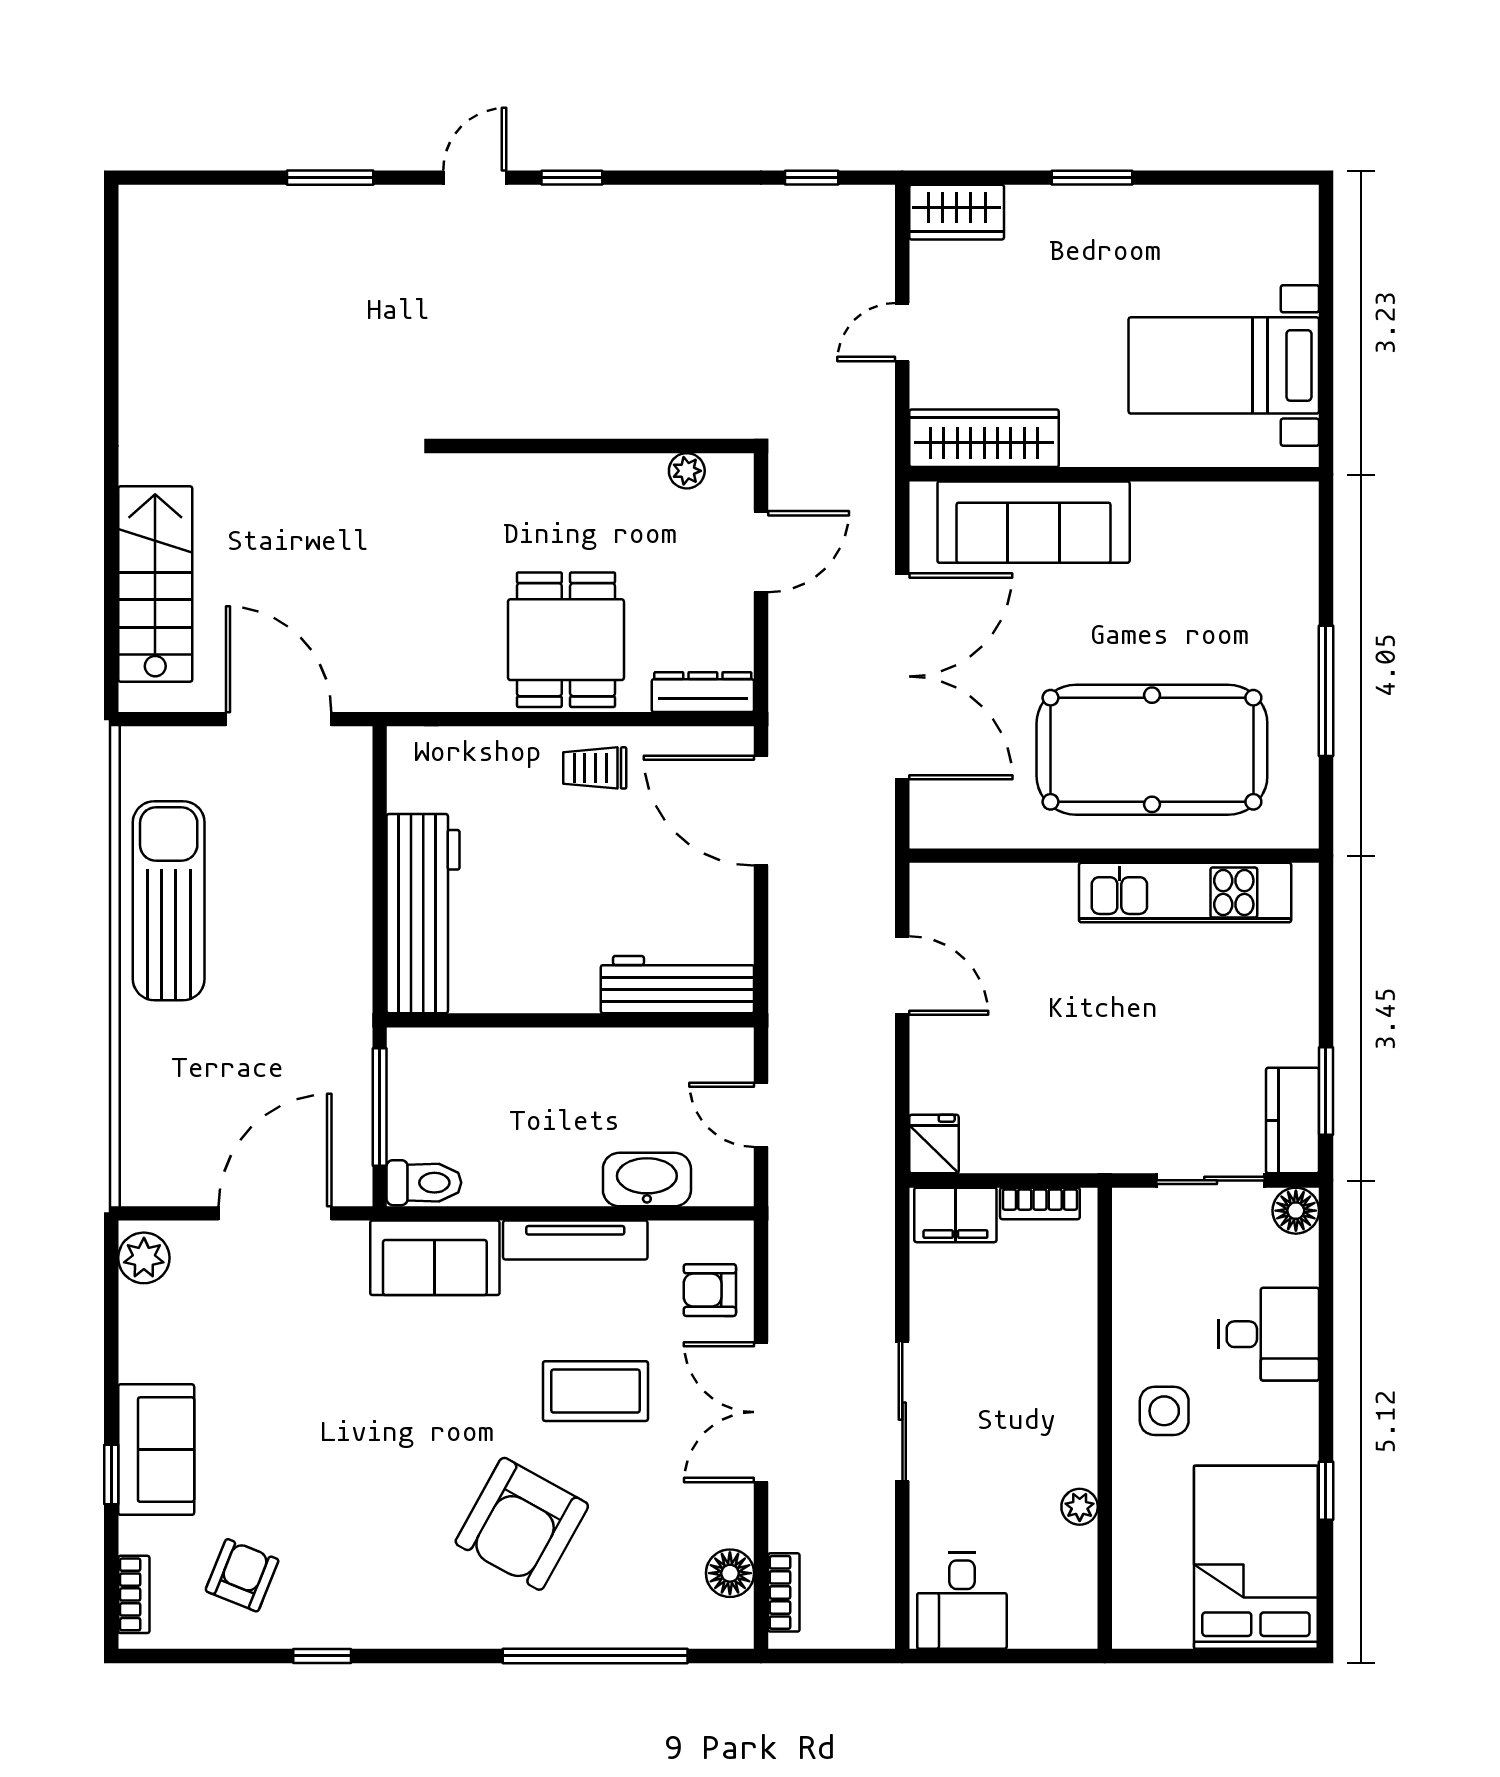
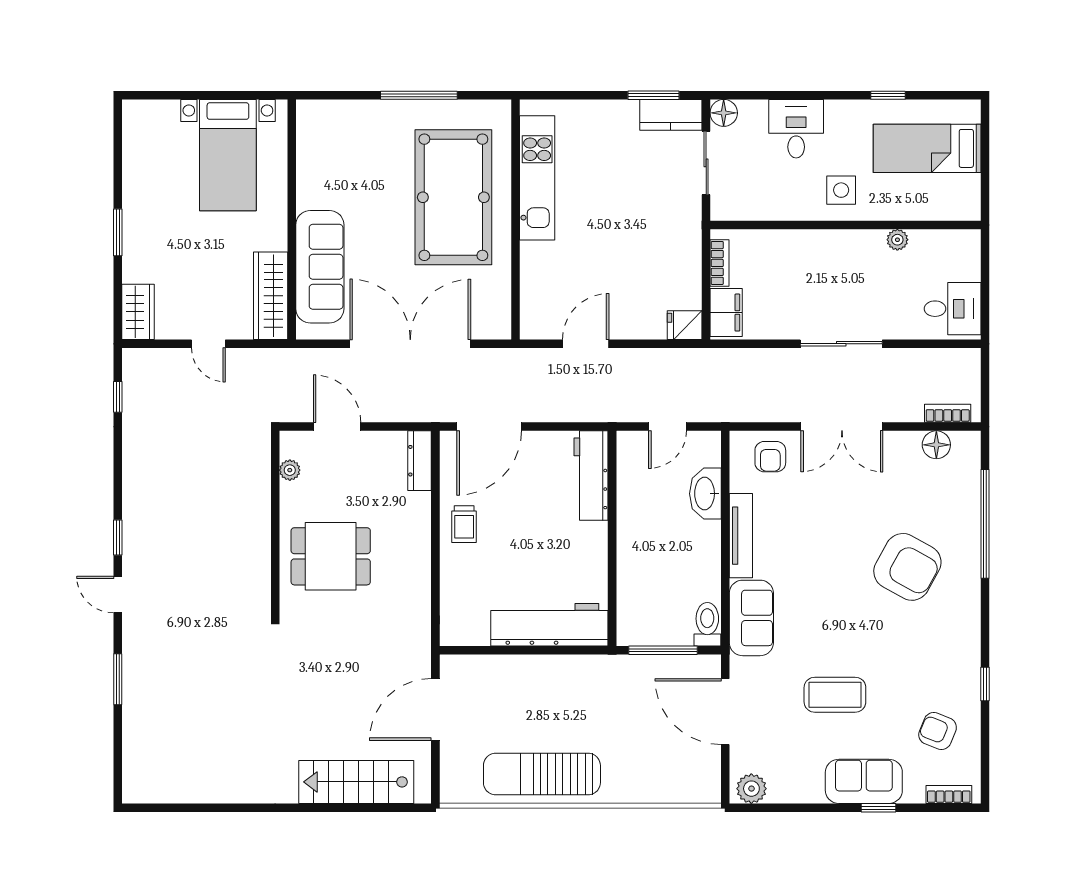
dining table: (566, 640) -> (331, 556), moved
coffee table: (595, 1391) -> (835, 695), moved, turned 90
bed: (1256, 1557) -> (927, 148), width x0.67

